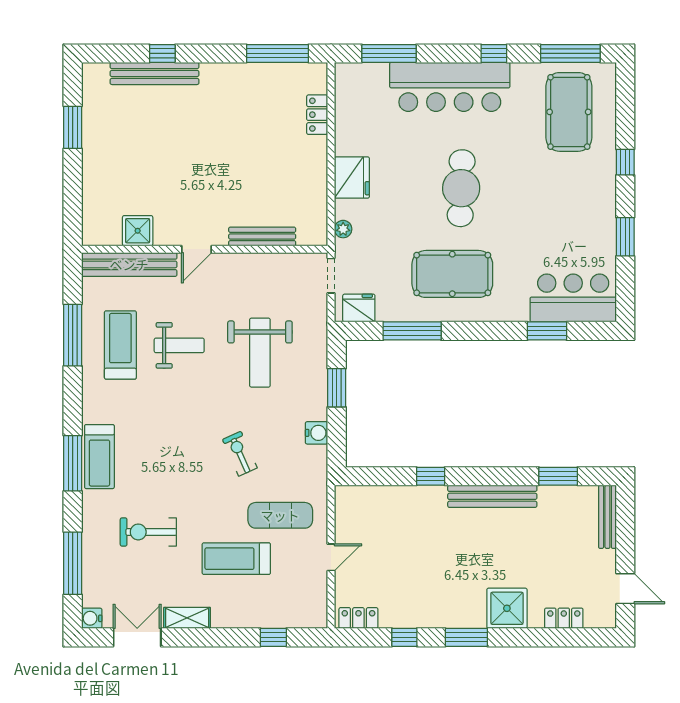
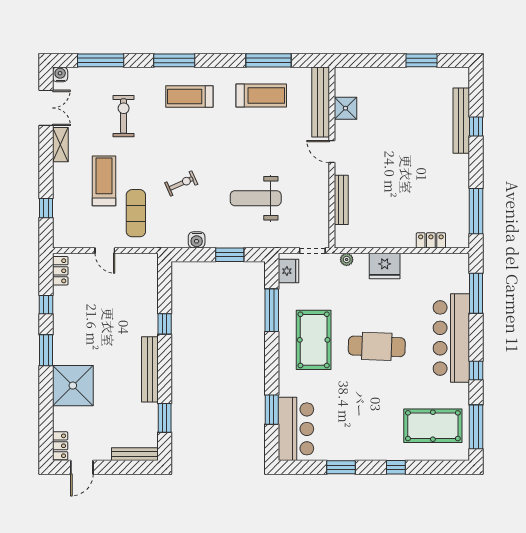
weight bench: (179, 345) -> (261, 139), removed
treadmill: (99, 457) -> (189, 96), moved
shower: (507, 608) -> (73, 386), width x1.37, depth x1.37
locker: (564, 618) -> (60, 446), moved

